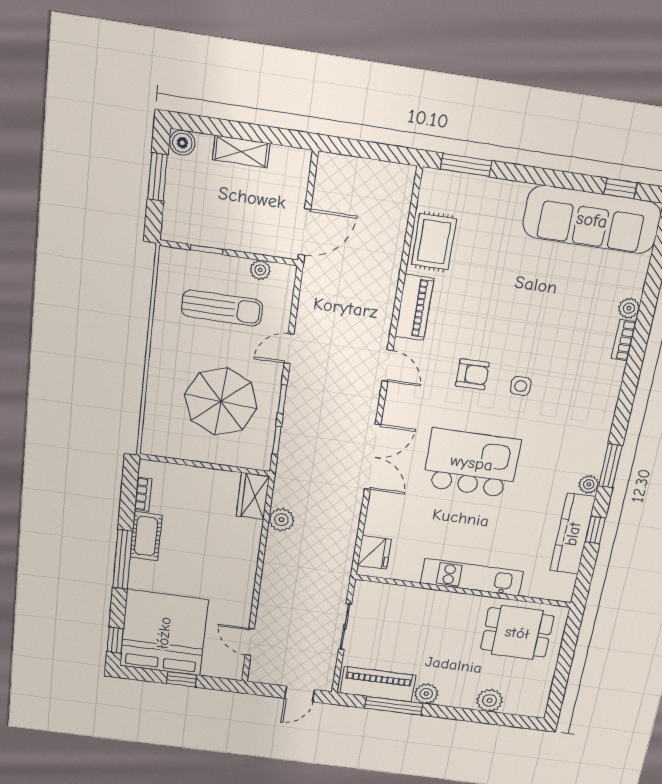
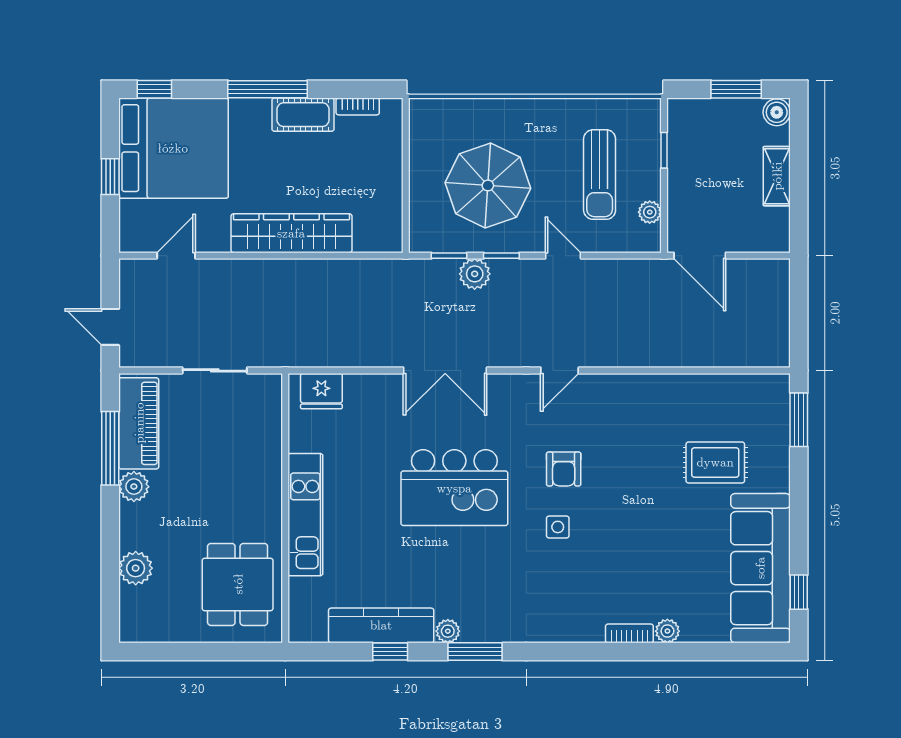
rug: (434, 242) -> (715, 462), moved
piano: (414, 307) -> (632, 390), removed
kitchen island: (472, 463) -> (454, 488), turned 90
wardrobe: (253, 496) -> (291, 233), moved, width x2.10, depth x1.17
plant: (281, 520) -> (475, 274), moved

